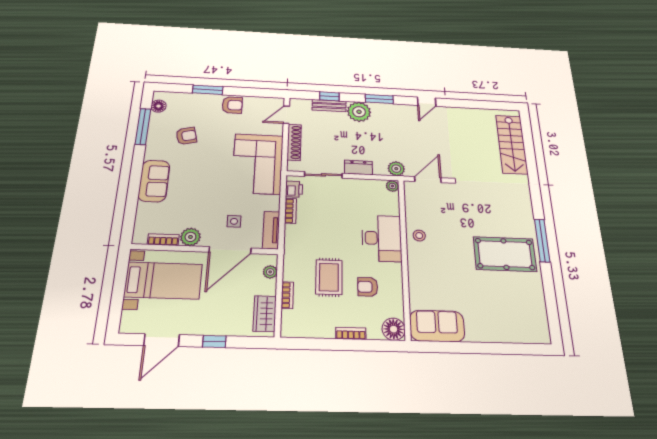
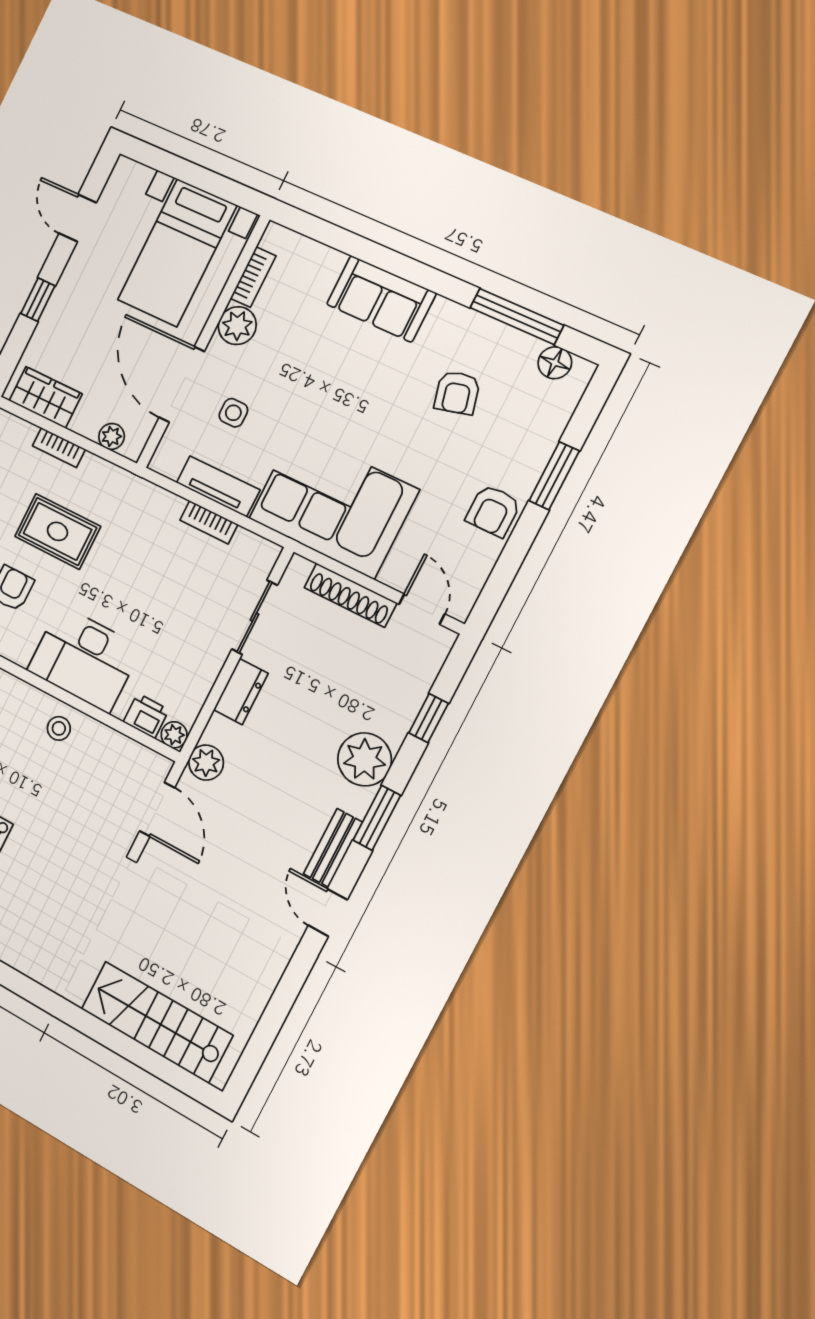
bench: (329, 106) -> (333, 848), moved
printer: (294, 189) -> (146, 716), moved, turned 180
tv unit: (271, 230) -> (218, 486), moved
door: (162, 340) -> (78, 218), width x0.73

